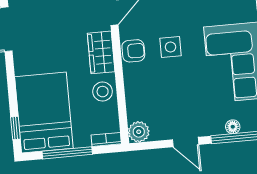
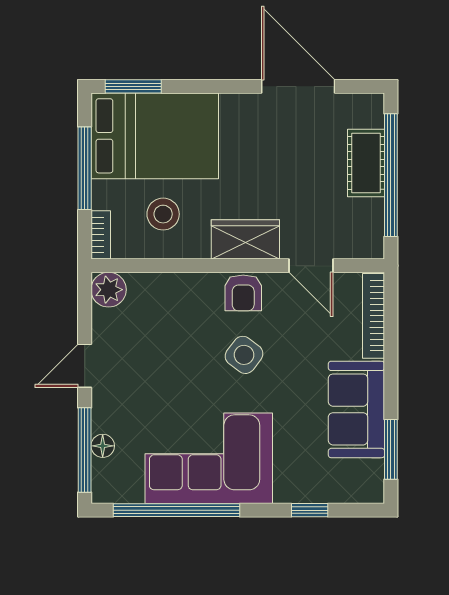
side table: (170, 47) -> (244, 355), turned 37
stool: (103, 92) -> (163, 214), moved
window: (15, 128) -> (133, 86), width x1.50

